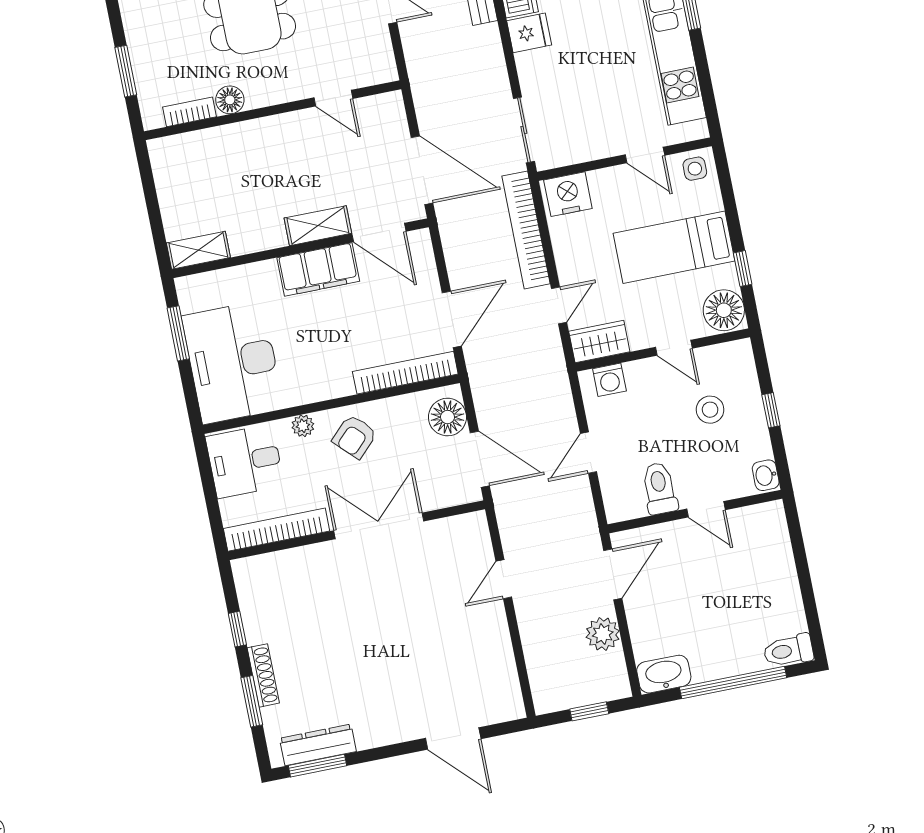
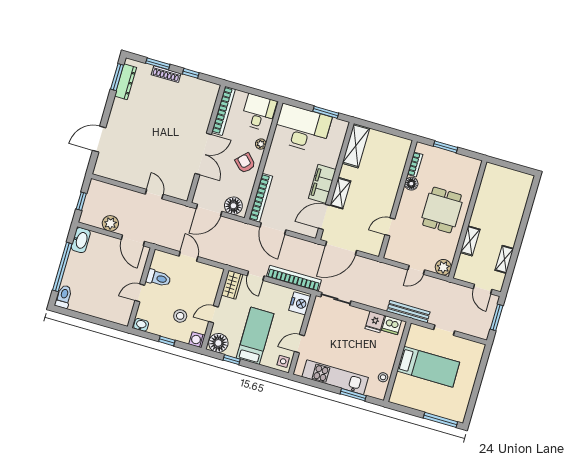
shelving: (198, 250) -> (356, 146), width x1.50, depth x1.33
washing machine: (609, 380) -> (197, 340), moved

